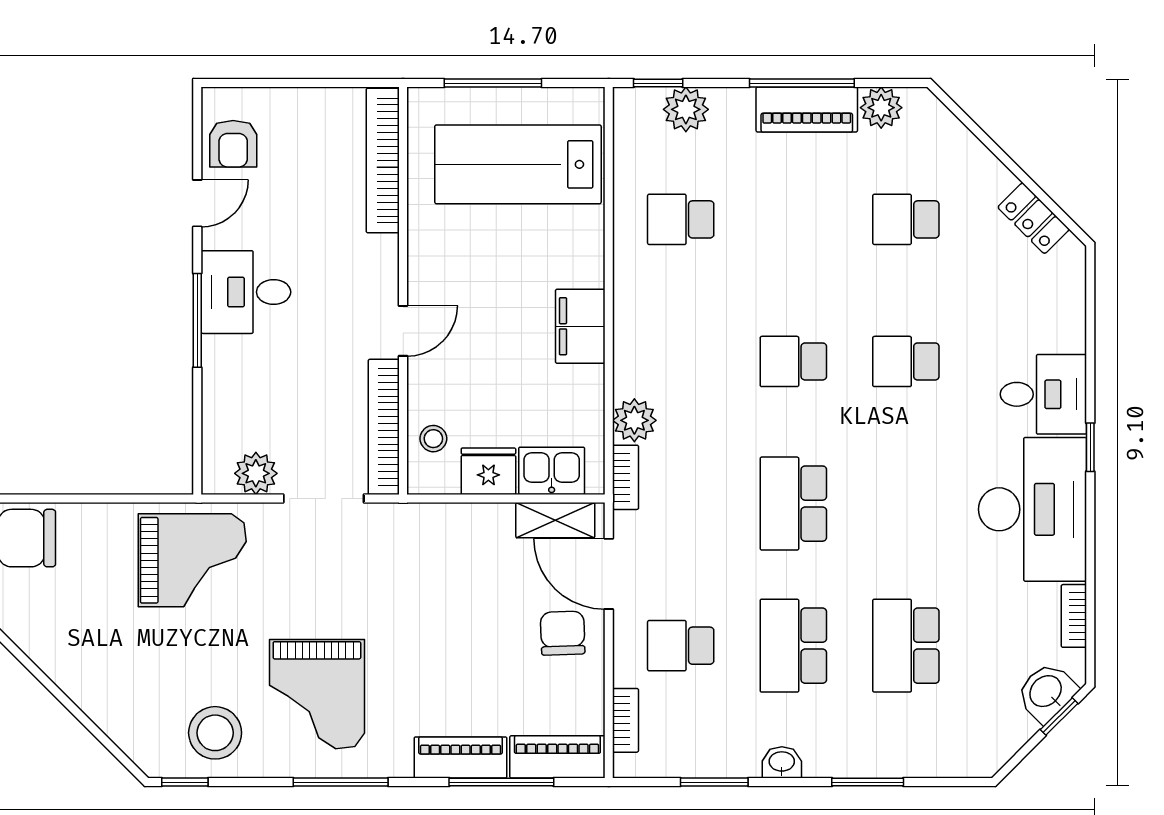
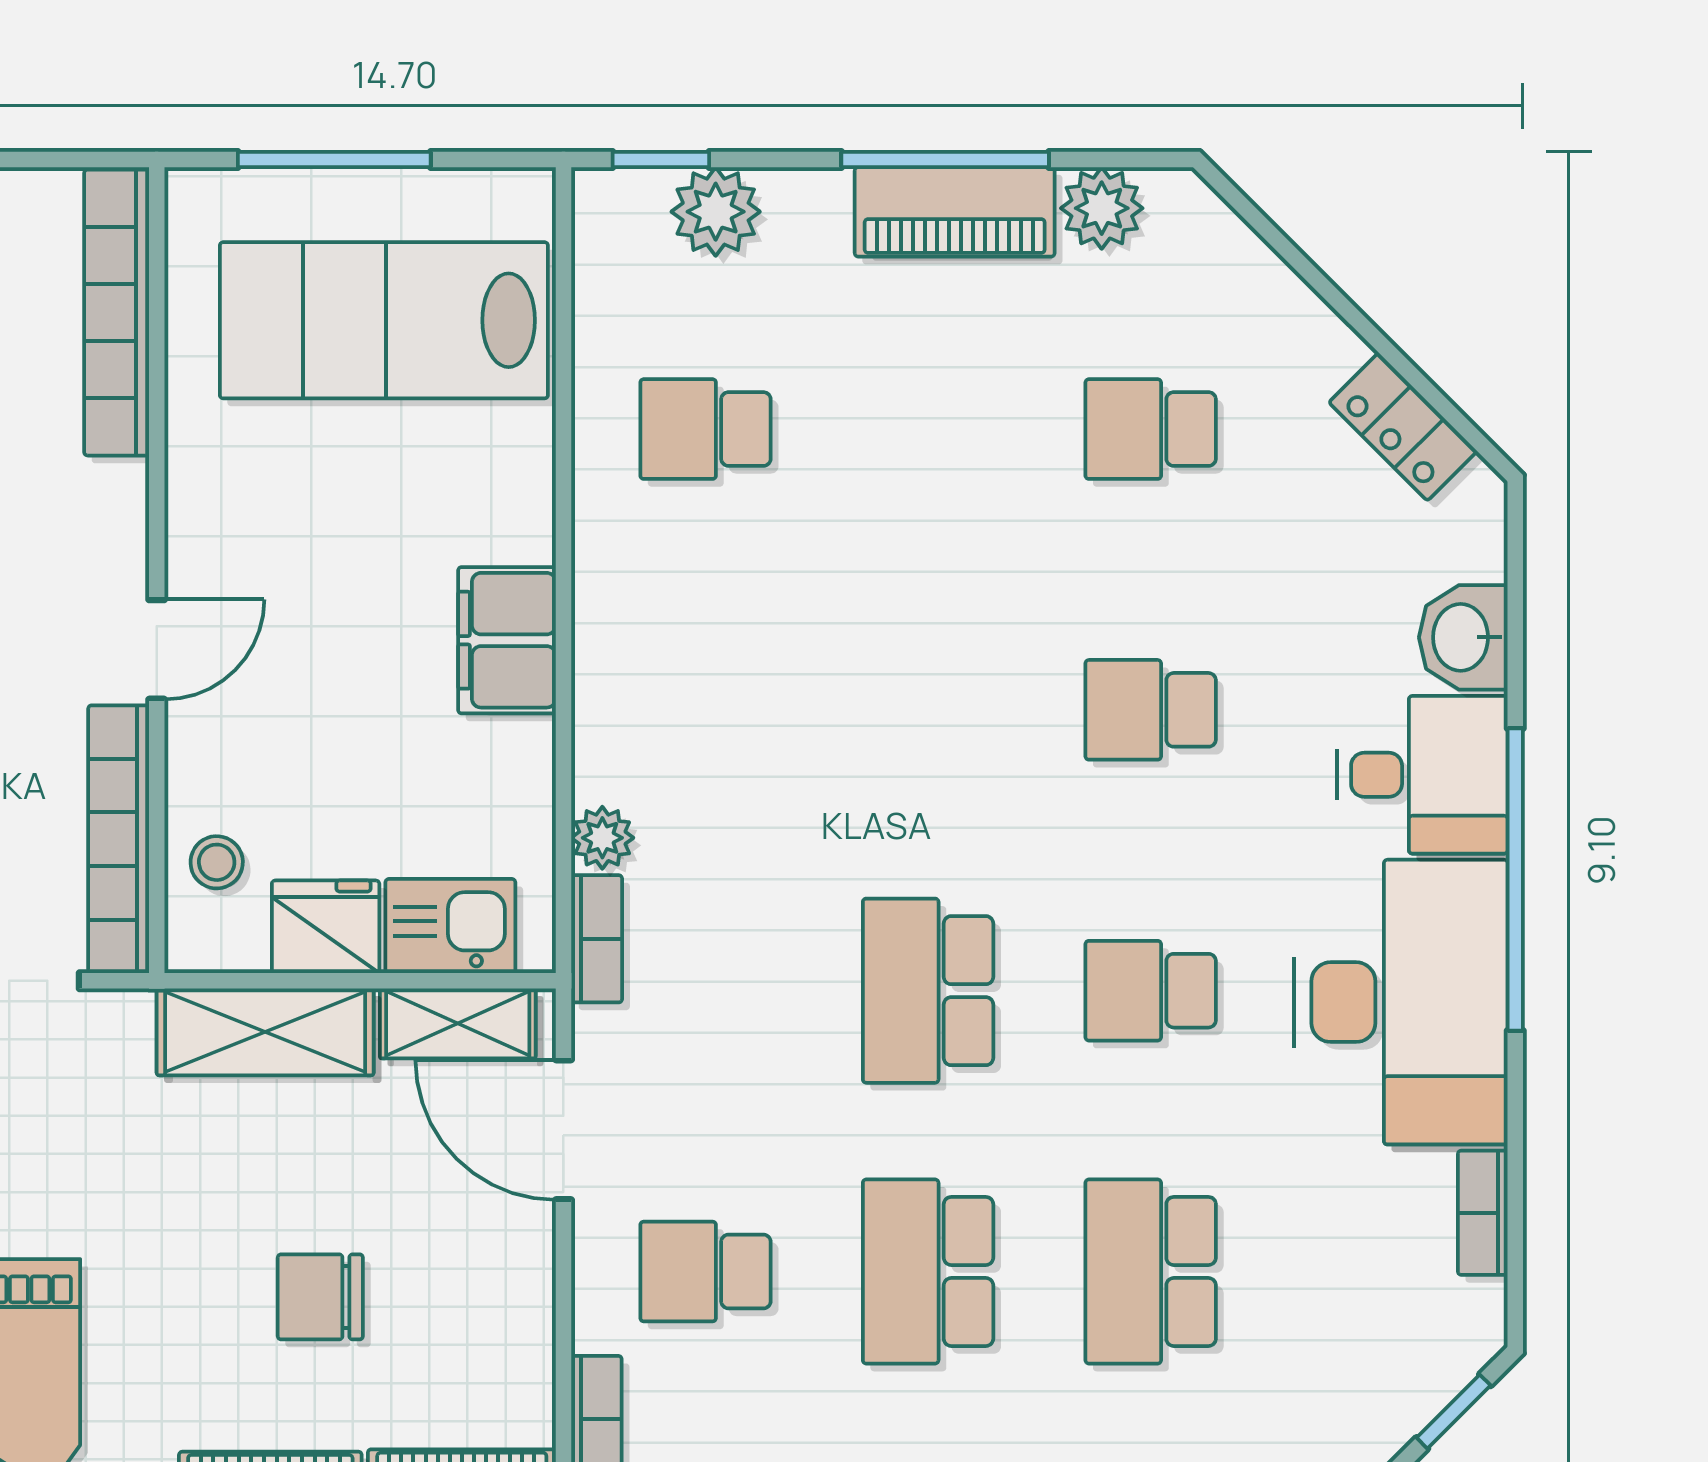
school desk: (793, 361) -> (1151, 991), moved
plant: (634, 420) -> (602, 838), width x0.73, depth x0.73
window: (1090, 447) -> (1515, 879), width x3.17
shelving: (458, 524) -> (265, 1032), added
chair: (563, 633) -> (320, 1297), moved, turned -88
washbasin: (1046, 692) -> (1463, 637), moved, turned -45

